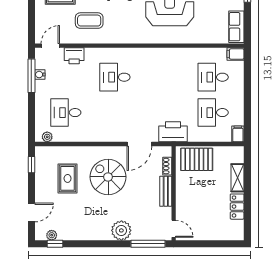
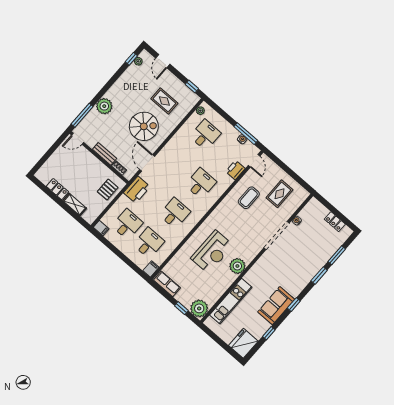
desk: (164, 77) -> (175, 213), added
pallet: (197, 159) -> (108, 190), width x0.67, depth x0.71

